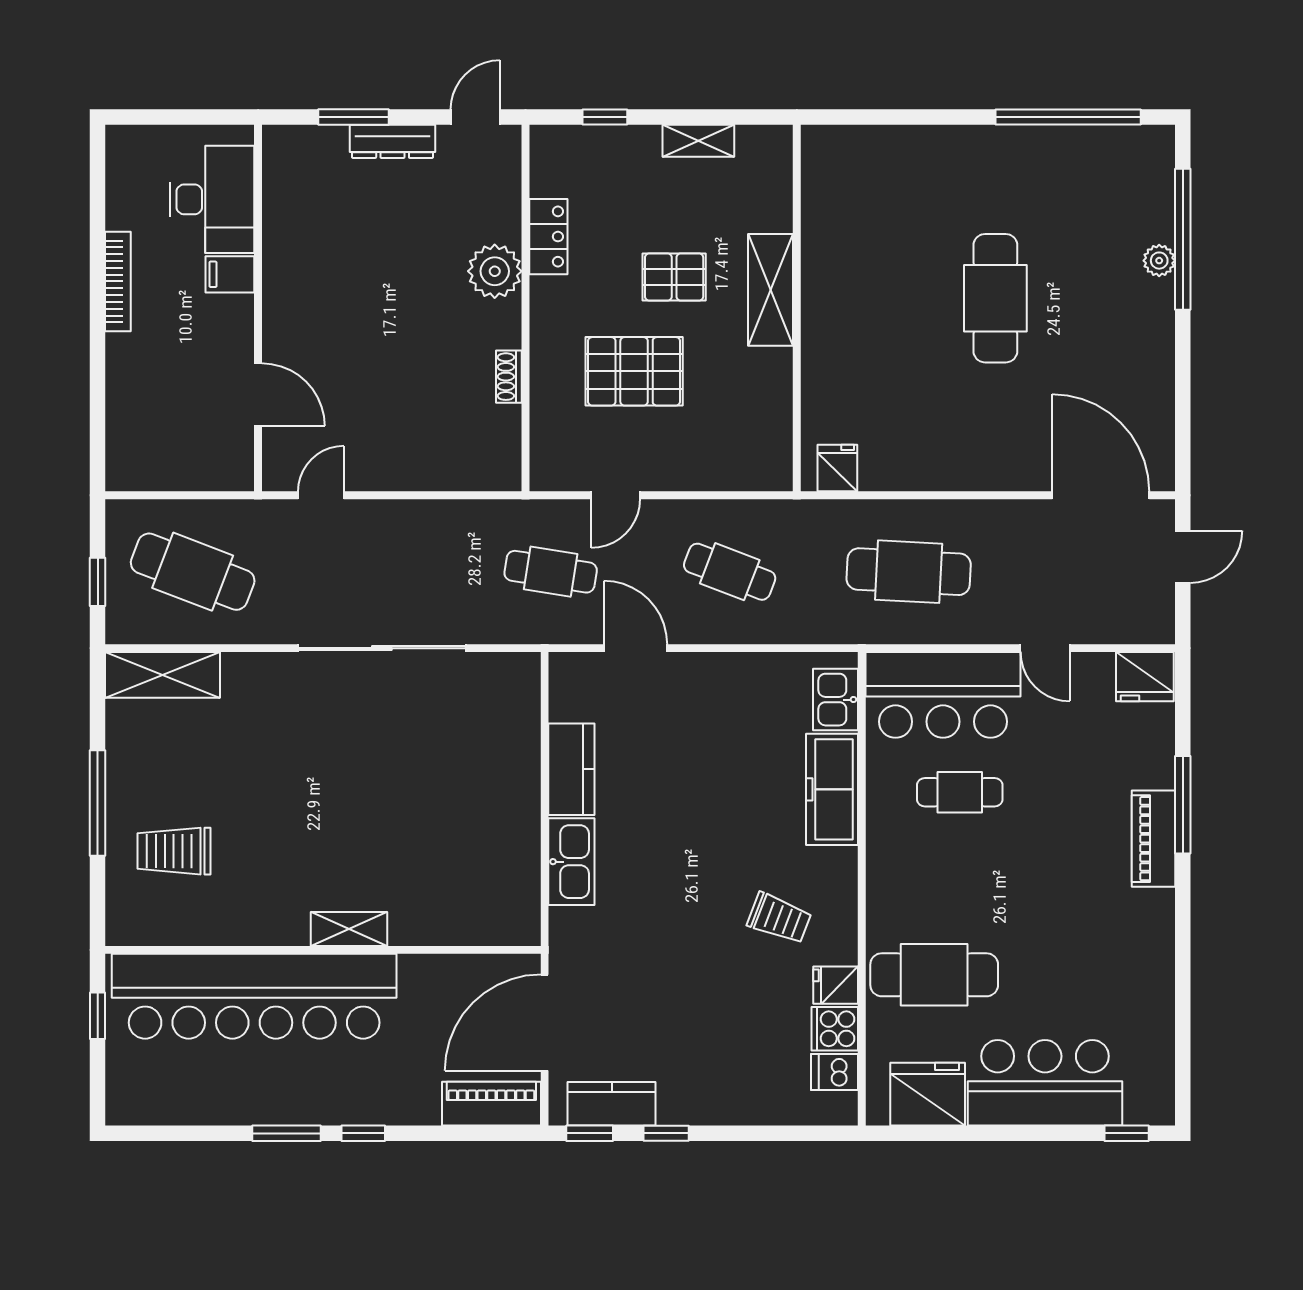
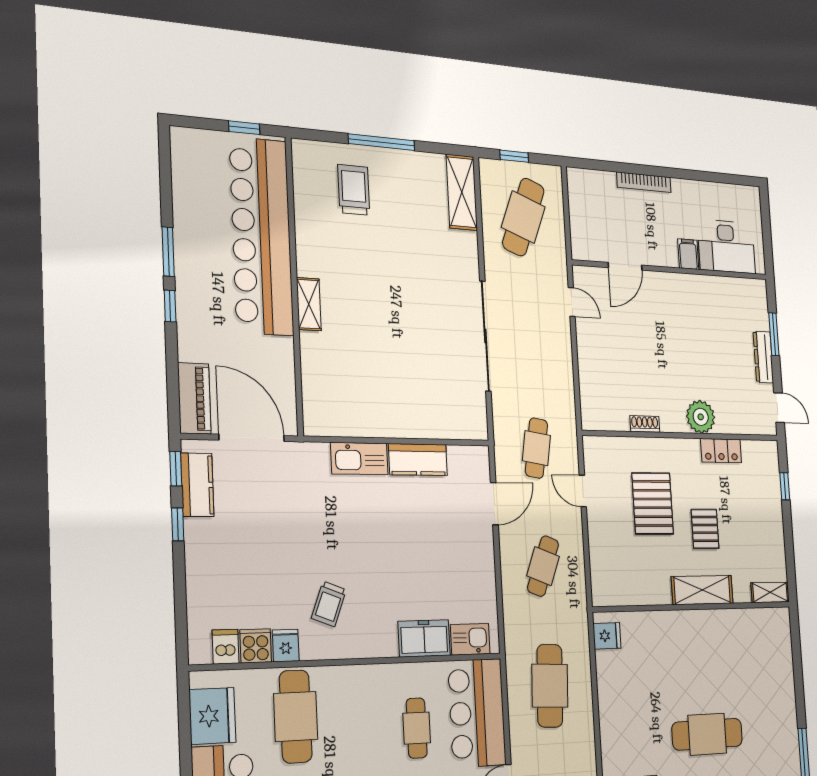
shelving: (698, 141) -> (770, 592), moved, turned 90
bookcase: (118, 281) -> (644, 182), moved
freezer: (832, 789) -> (424, 638), width x0.71

